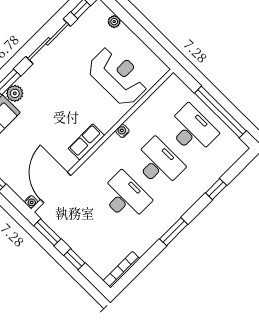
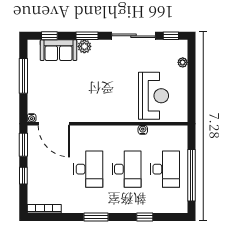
water cooler: (122, 131) -> (143, 130), moved
row of seats: (86, 142) -> (98, 115), removed
door: (56, 187) -> (54, 124), swing flipped

